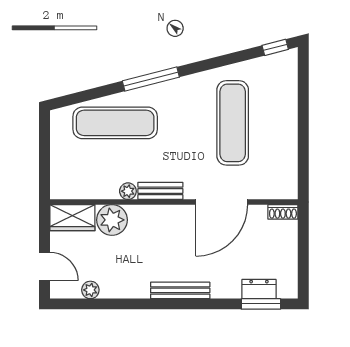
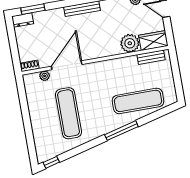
plant: (128, 191) -> (45, 76), moved
bench: (160, 191) -> (151, 57), moved
dresser: (259, 289) -> (23, 20), moved

